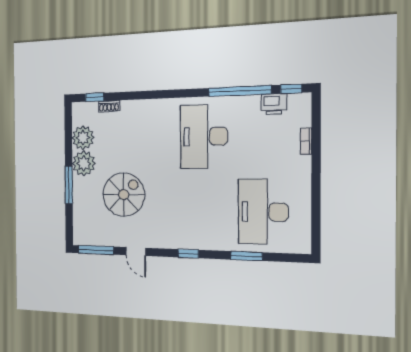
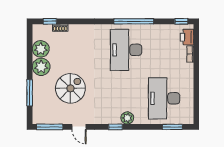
window: (240, 91) -> (134, 21), moved
printer: (274, 104) -> (187, 37), moved, turned 90
window: (69, 185) -> (30, 93), moved
plant: (206, 241) -> (127, 118), added
window: (247, 256) -> (172, 127), moved

